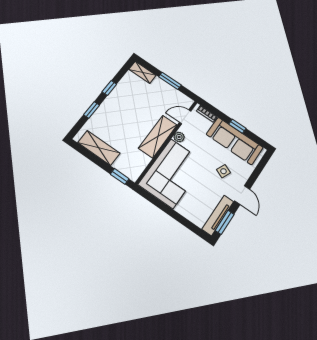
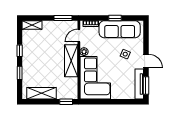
window: (170, 81) -> (63, 18), moved

